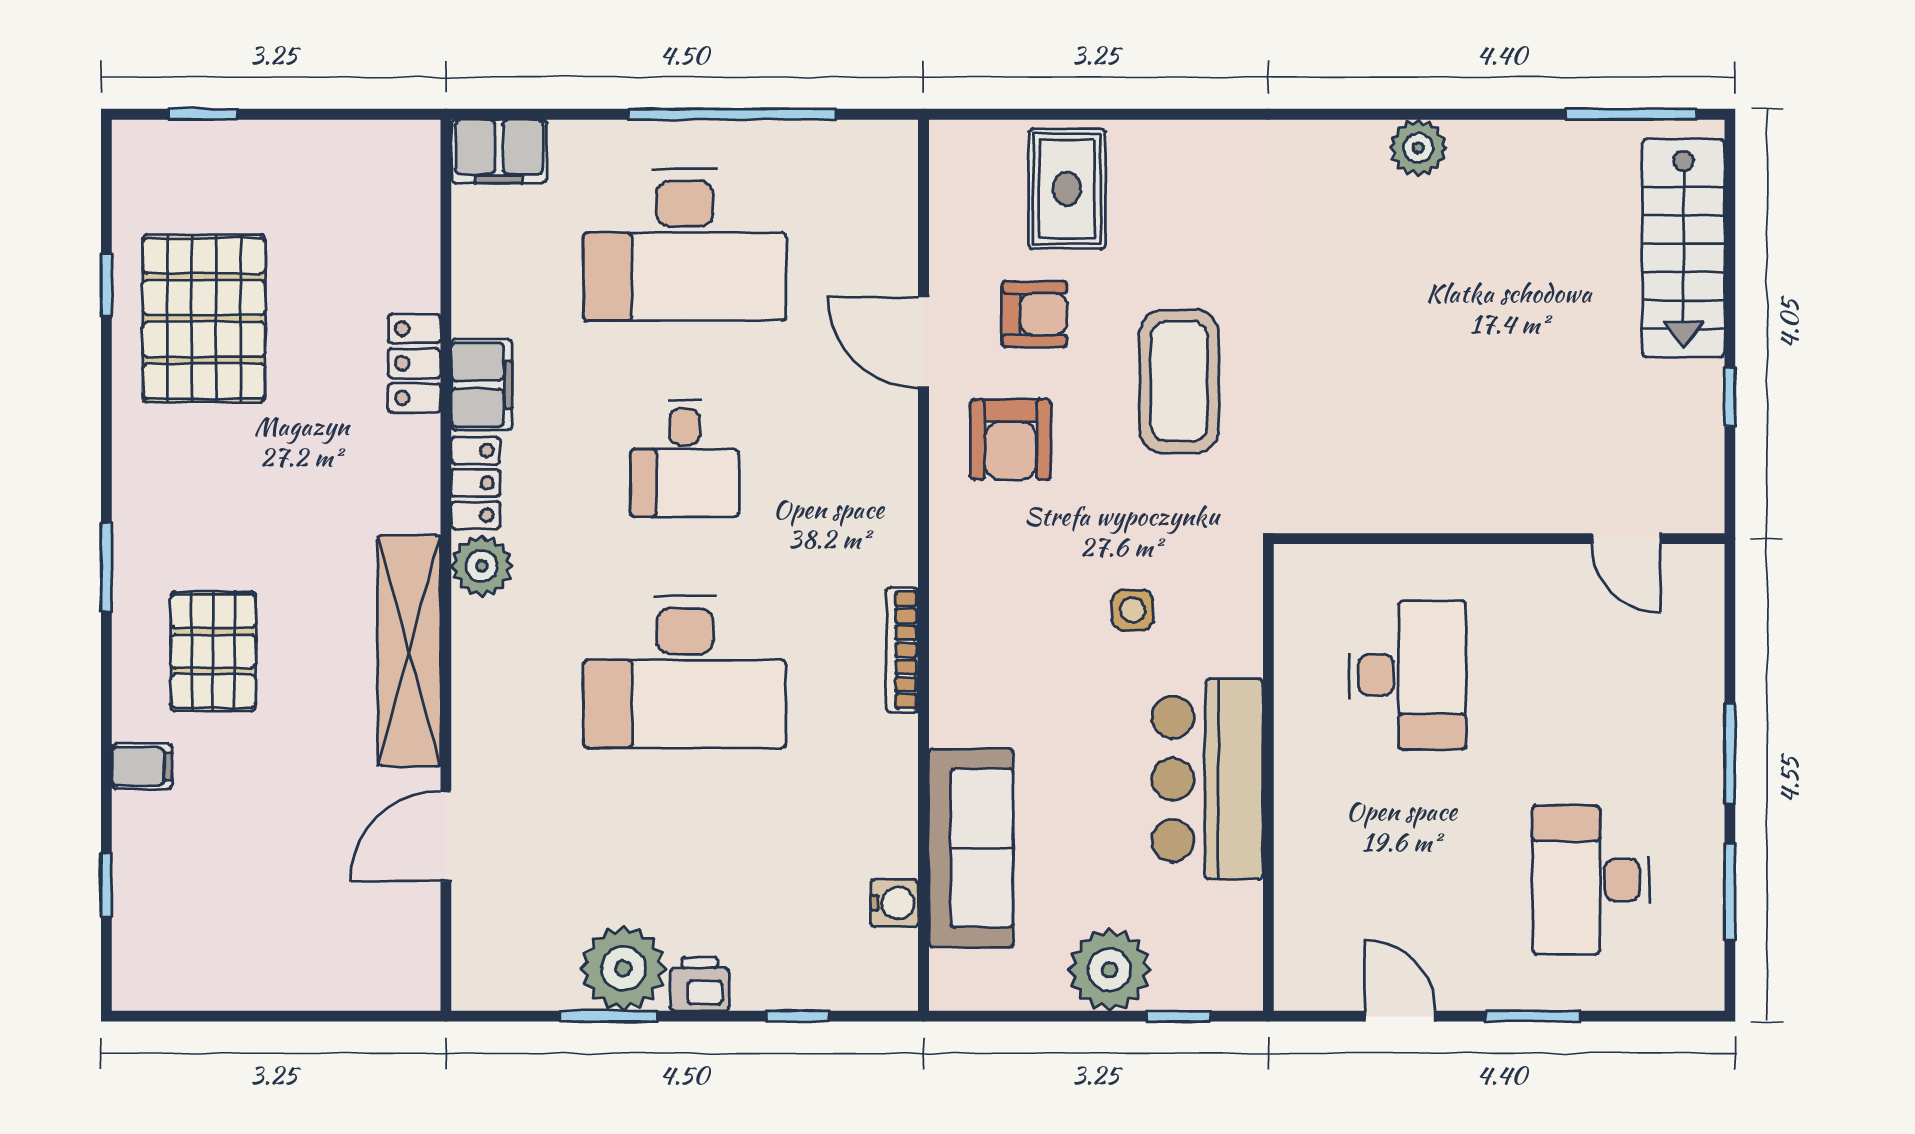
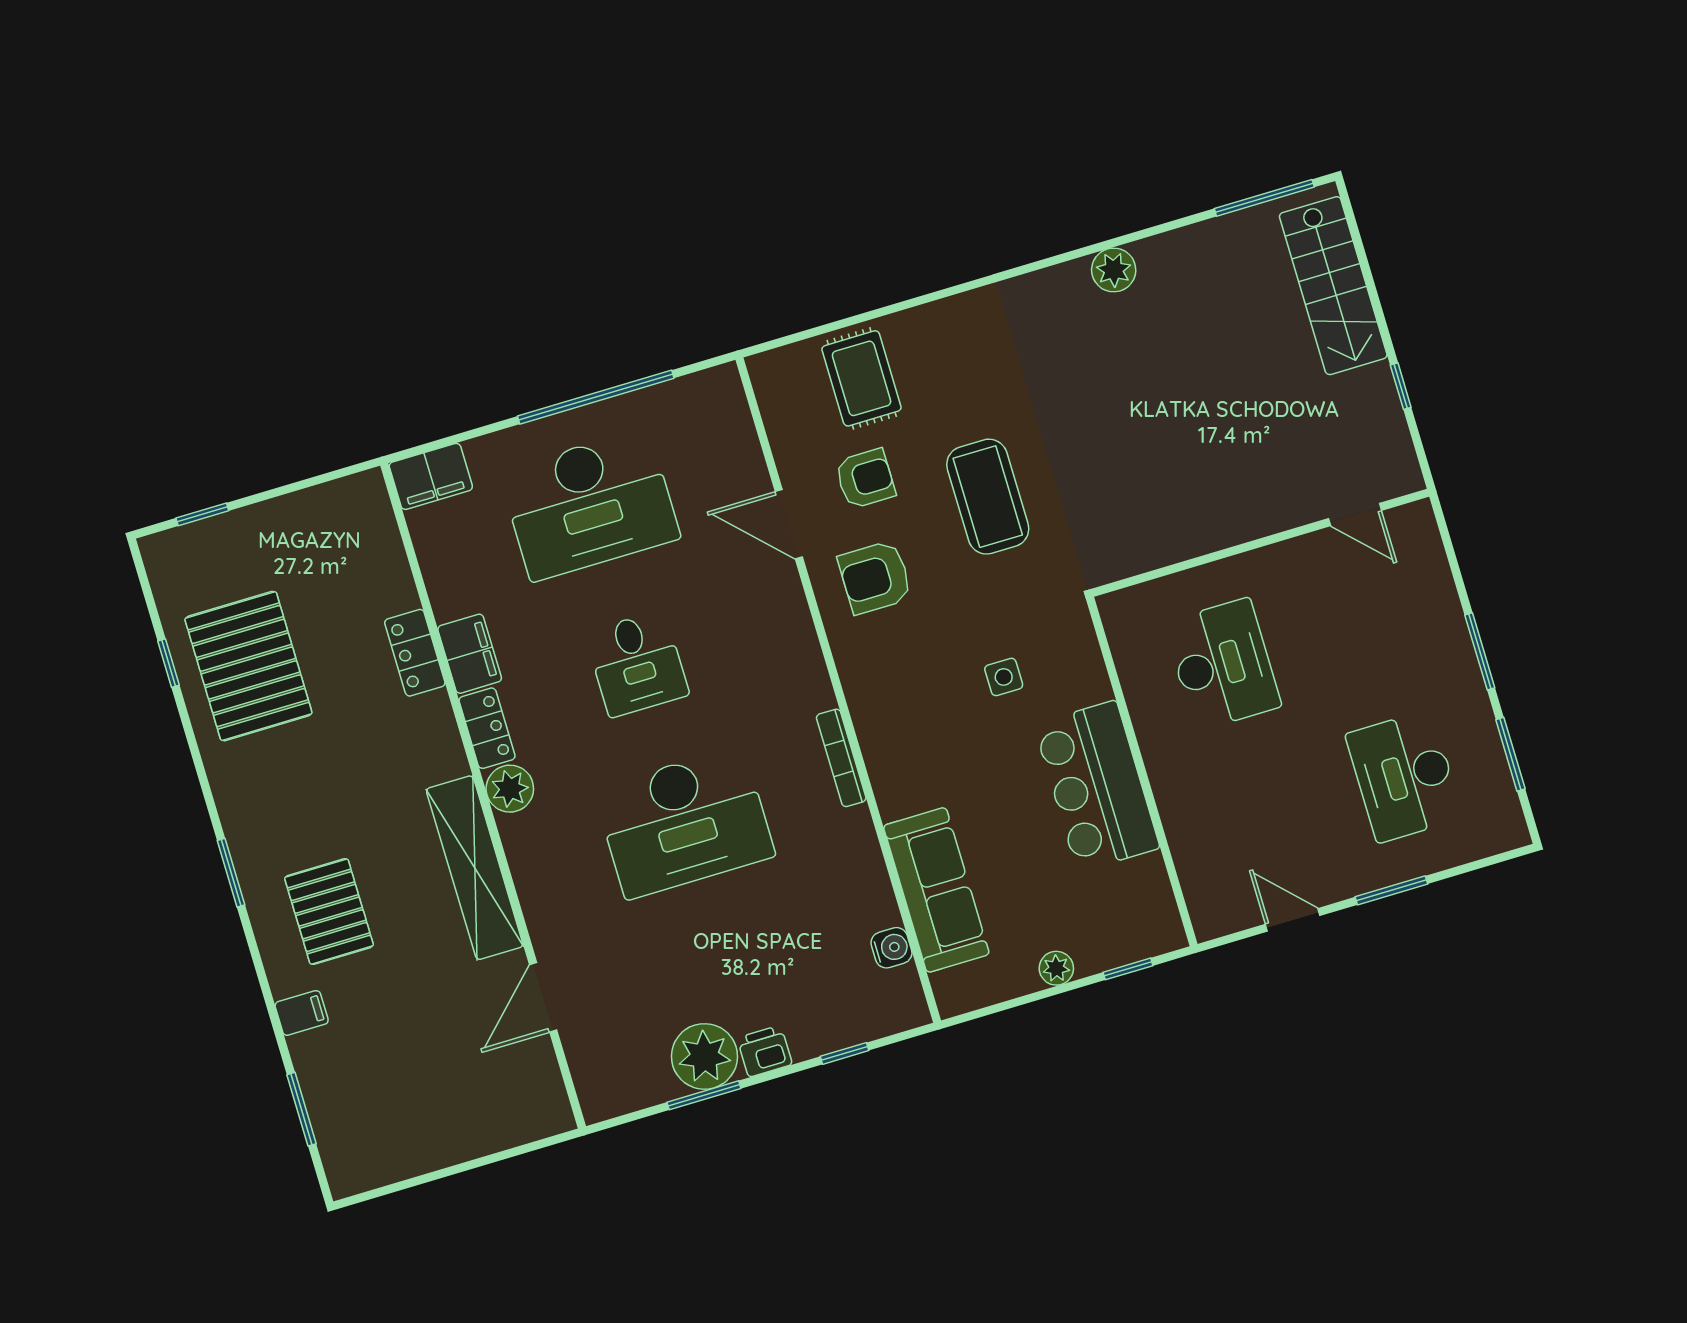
armchair: (1011, 439) -> (875, 577), turned 90
window: (106, 885) -> (301, 1109), width x1.50
plant: (1110, 970) -> (1056, 968), width x0.53, depth x0.53

